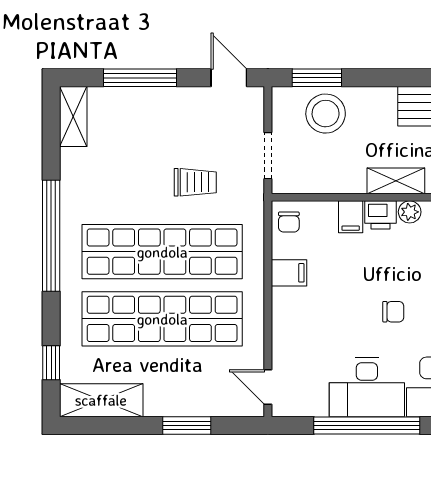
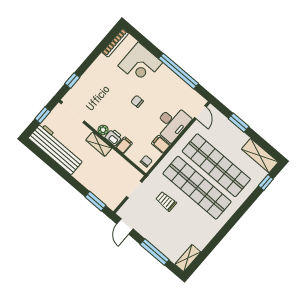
stool: (326, 114) -> (103, 187), removed
window: (51, 236) -> (229, 225), removed
desk: (367, 387) -> (172, 123), moved, turned 90

